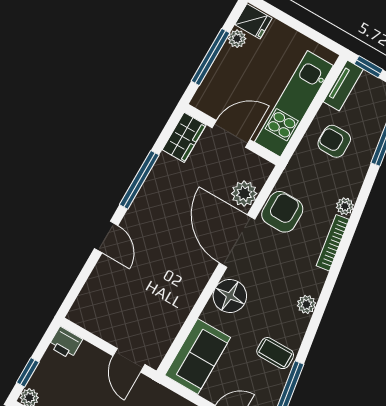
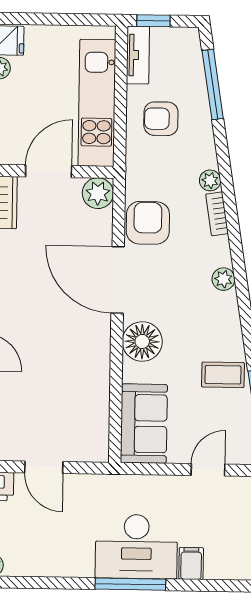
plant: (244, 194) -> (98, 193), moved
bookcase: (333, 243) -> (217, 214), width x0.64
plant: (306, 304) -> (223, 279), moved
door: (129, 360) -> (44, 467), moved

